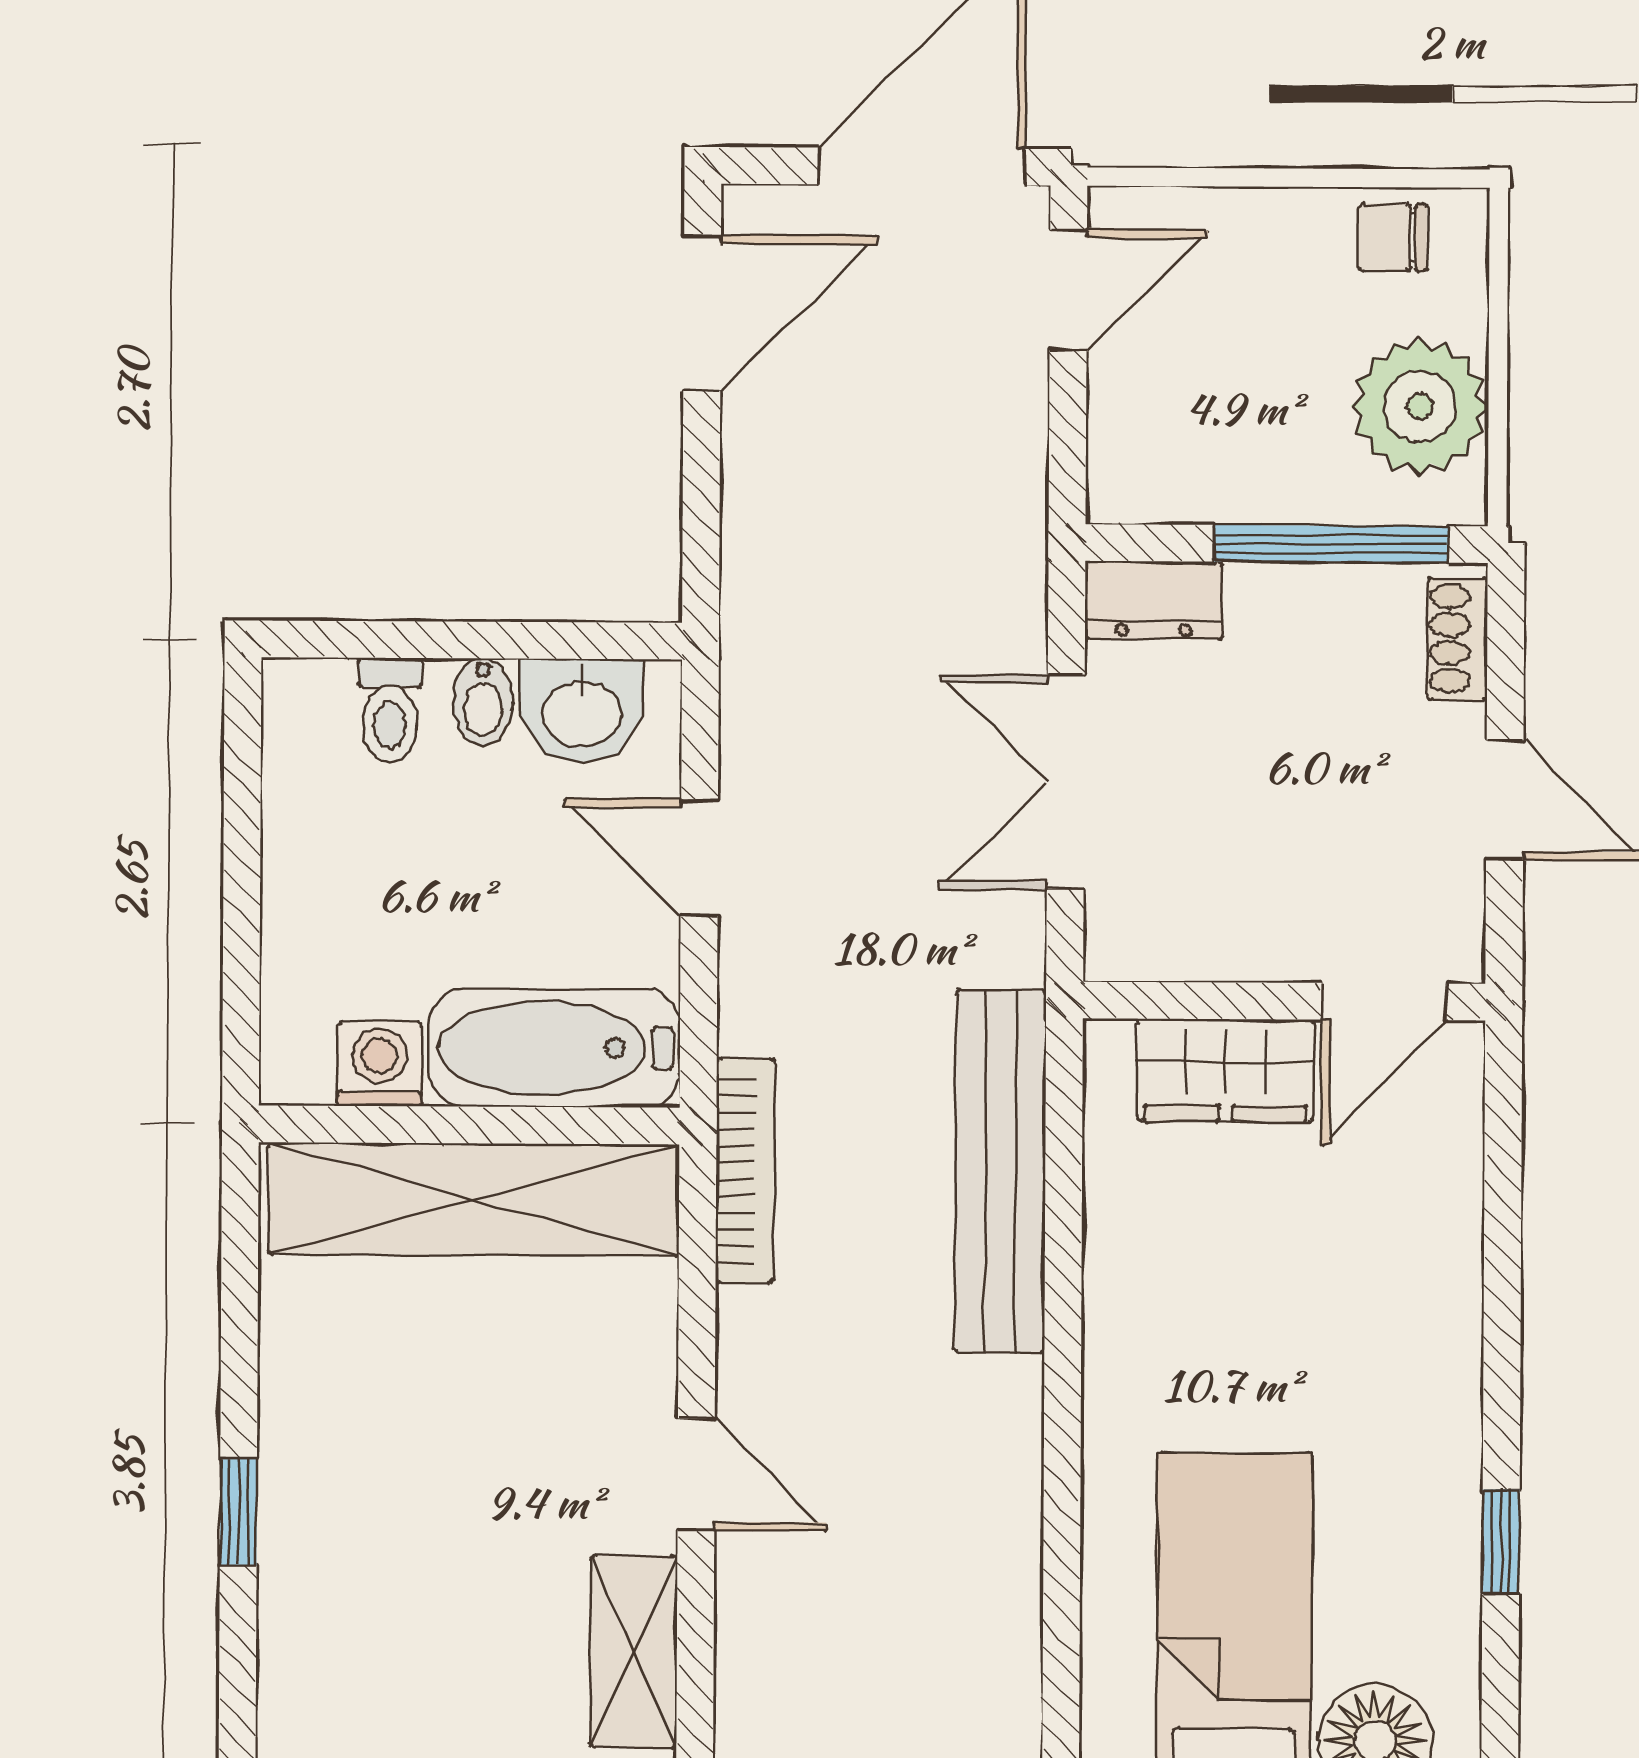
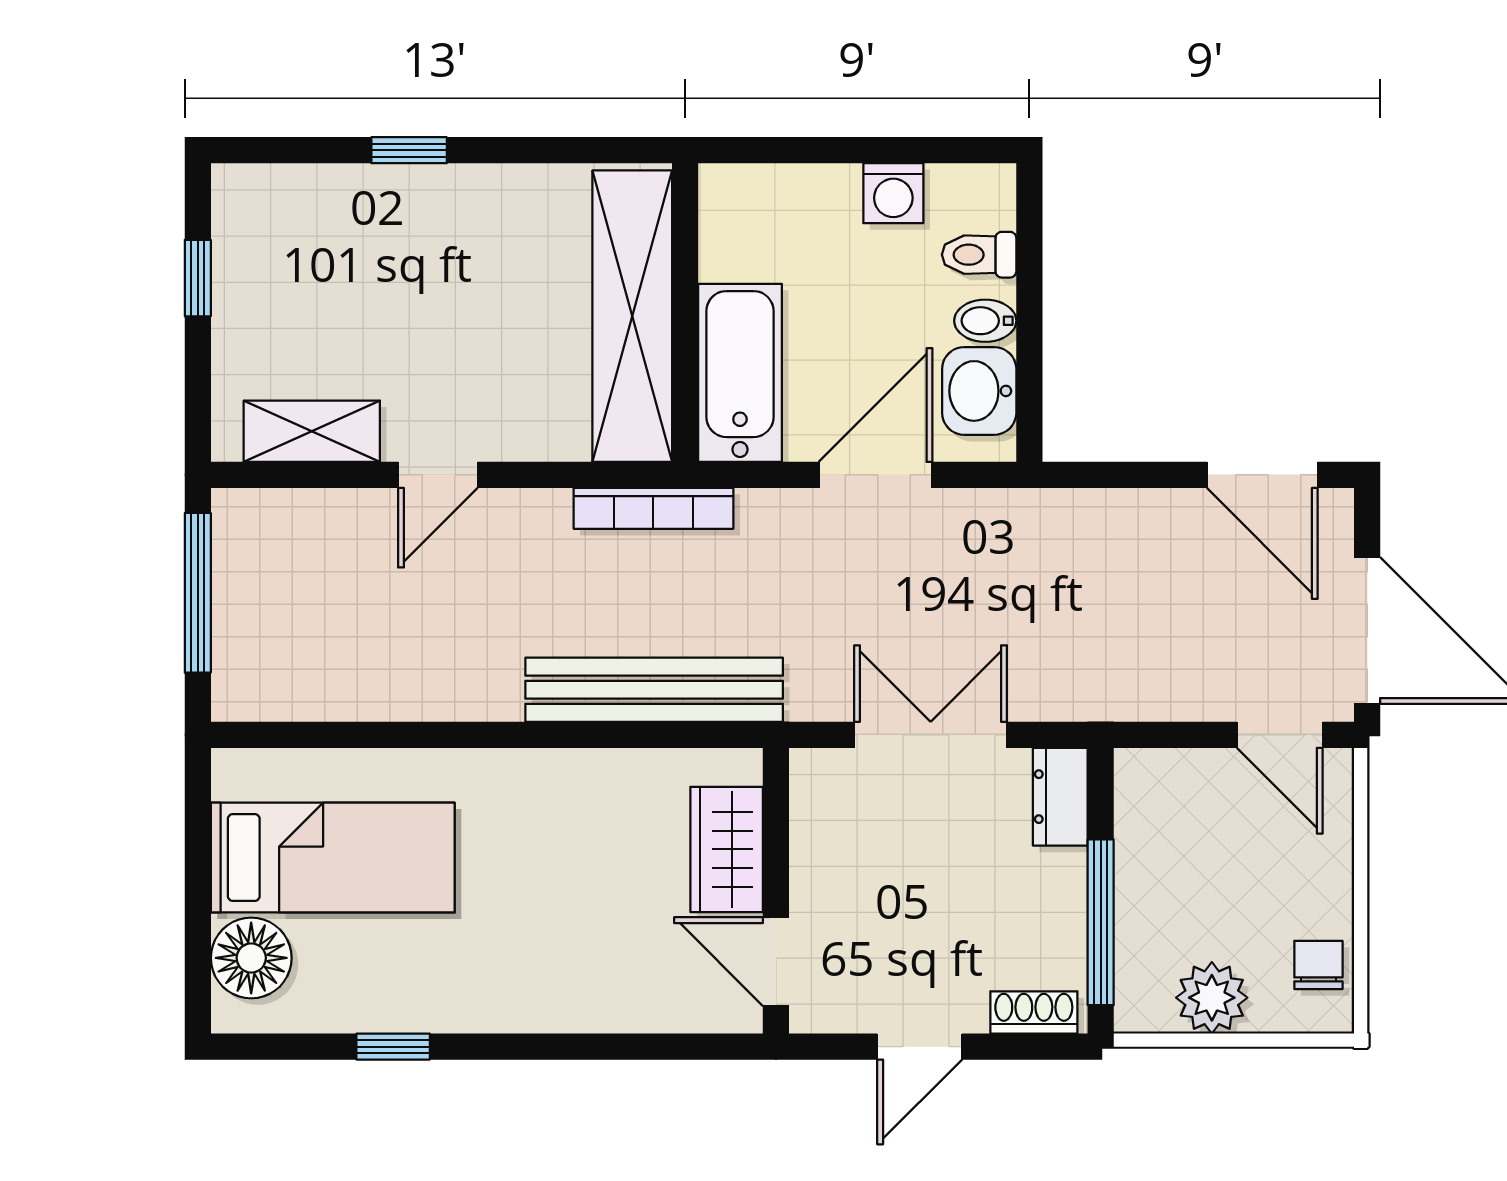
plant: (1420, 406) -> (1212, 998), width x0.73, depth x0.73
door: (699, 858) -> (876, 475), width x1.38
washing machine: (380, 1064) -> (893, 193), moved, turned 90

